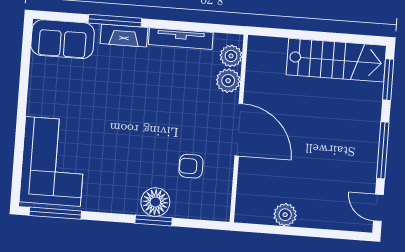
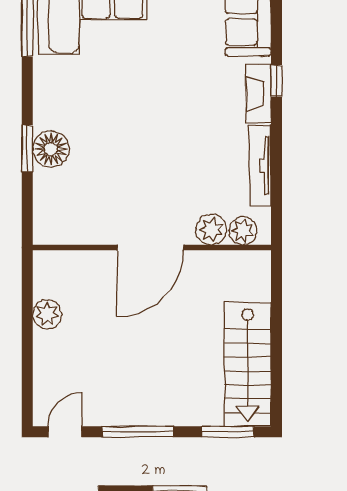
window: (115, 21) -> (276, 81), width x0.46
armchair: (191, 166) -> (100, 191), removed

